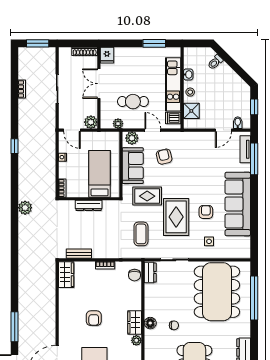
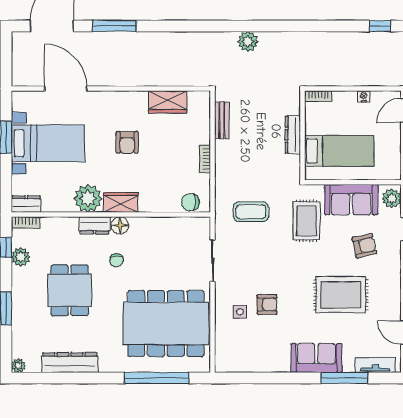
window: (254, 159) -> (344, 378), moved
sofa: (238, 204) -> (316, 358), width x0.54, depth x0.79
plant: (25, 208) -> (248, 41), moved
armchair: (206, 212) -> (267, 304), moved
rug: (176, 217) -> (341, 295), moved
dresser: (150, 273) -> (94, 225), moved
wardrobe: (66, 275) -> (168, 102), moved
armchair: (94, 318) -> (127, 142), turned -90
plant: (136, 340) -> (88, 198), width x1.88, depth x1.88

